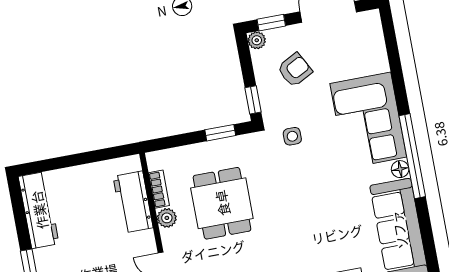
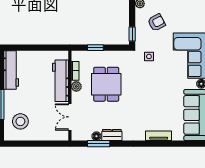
window: (220, 133) -> (95, 48), moved
workbench: (133, 202) -> (61, 81), width x1.38

